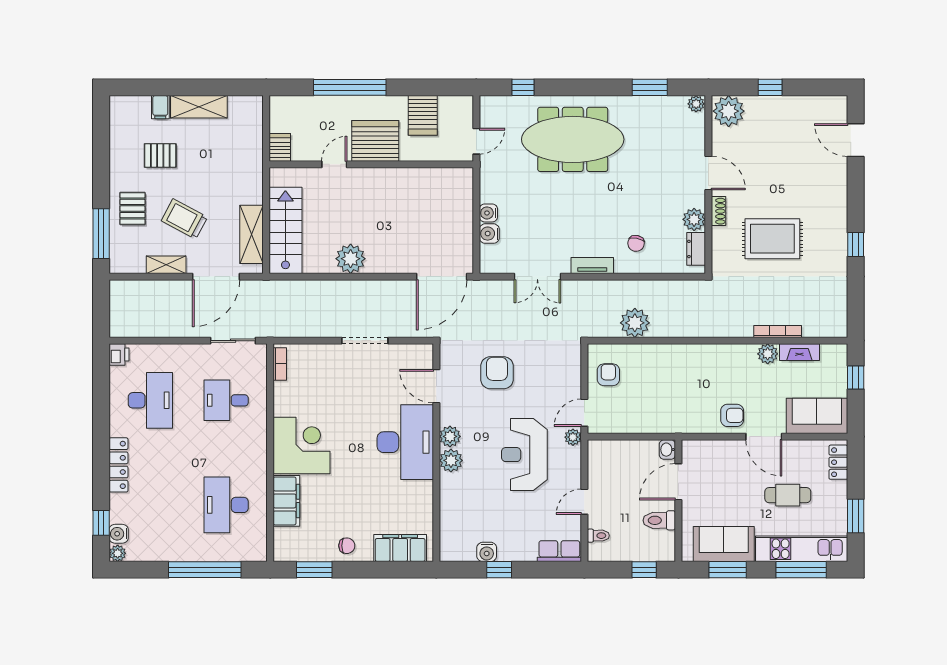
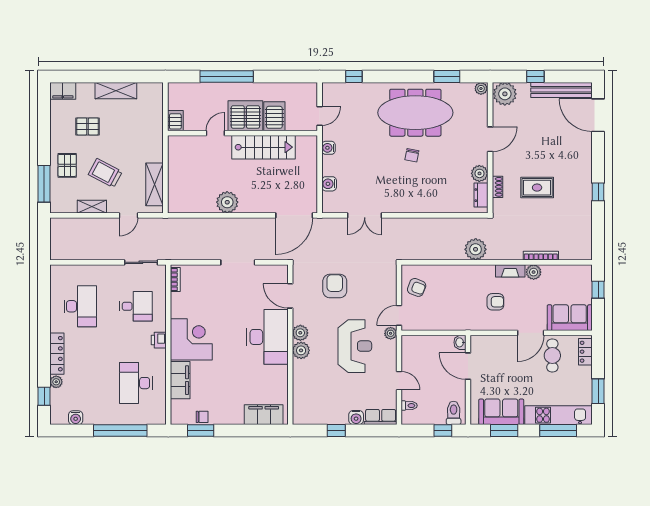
bench: (806, 106) -> (562, 90), added
filing cabinet: (160, 107) -> (63, 91), moved, width x2.00
server rack: (423, 115) -> (274, 116), moved, turned 180
meeting table: (573, 139) -> (415, 113), moved
door: (856, 140) -> (598, 115), width x1.36
door: (708, 173) -> (490, 139), hinge flipped
shoe rack: (719, 211) -> (497, 187), moved
water cooler: (488, 213) -> (328, 148), moved
stairs: (285, 230) -> (264, 147), moved, turned 90
rug: (772, 239) -> (537, 188), width x0.73, depth x0.70
chair: (636, 243) -> (412, 155), moved
tv unit: (592, 265) -> (405, 207), removed
door: (216, 277) -> (129, 215), width x0.53
plant: (635, 323) -> (476, 249), moved
fireplace: (799, 352) -> (510, 271), moved
printer: (119, 354) -> (159, 340), moved, turned 180
armchair: (608, 375) -> (417, 287), turned 111
desk: (226, 400) -> (136, 306), turned 180
armchair: (732, 415) -> (495, 302), moved
door: (764, 437) -> (531, 333), hinge flipped
reception desk: (524, 455) -> (355, 346), turned 180
door: (678, 482) -> (468, 366), hinge flipped
cafe table: (788, 495) -> (552, 356), moved, turned 90
door: (584, 502) -> (399, 381), swing flipped
toilet: (659, 520) -> (454, 413), moved, turned 90
water cooler: (119, 534) -> (76, 418), moved, turned -90
chair: (347, 546) -> (202, 417), moved
water cooler: (487, 552) -> (356, 418), moved
plant: (118, 553) -> (56, 382), moved

